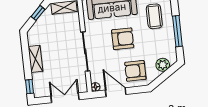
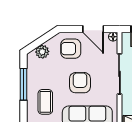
armchair: (123, 39) -> (80, 83), turned 90
armchair: (135, 71) -> (71, 49), turned 180

